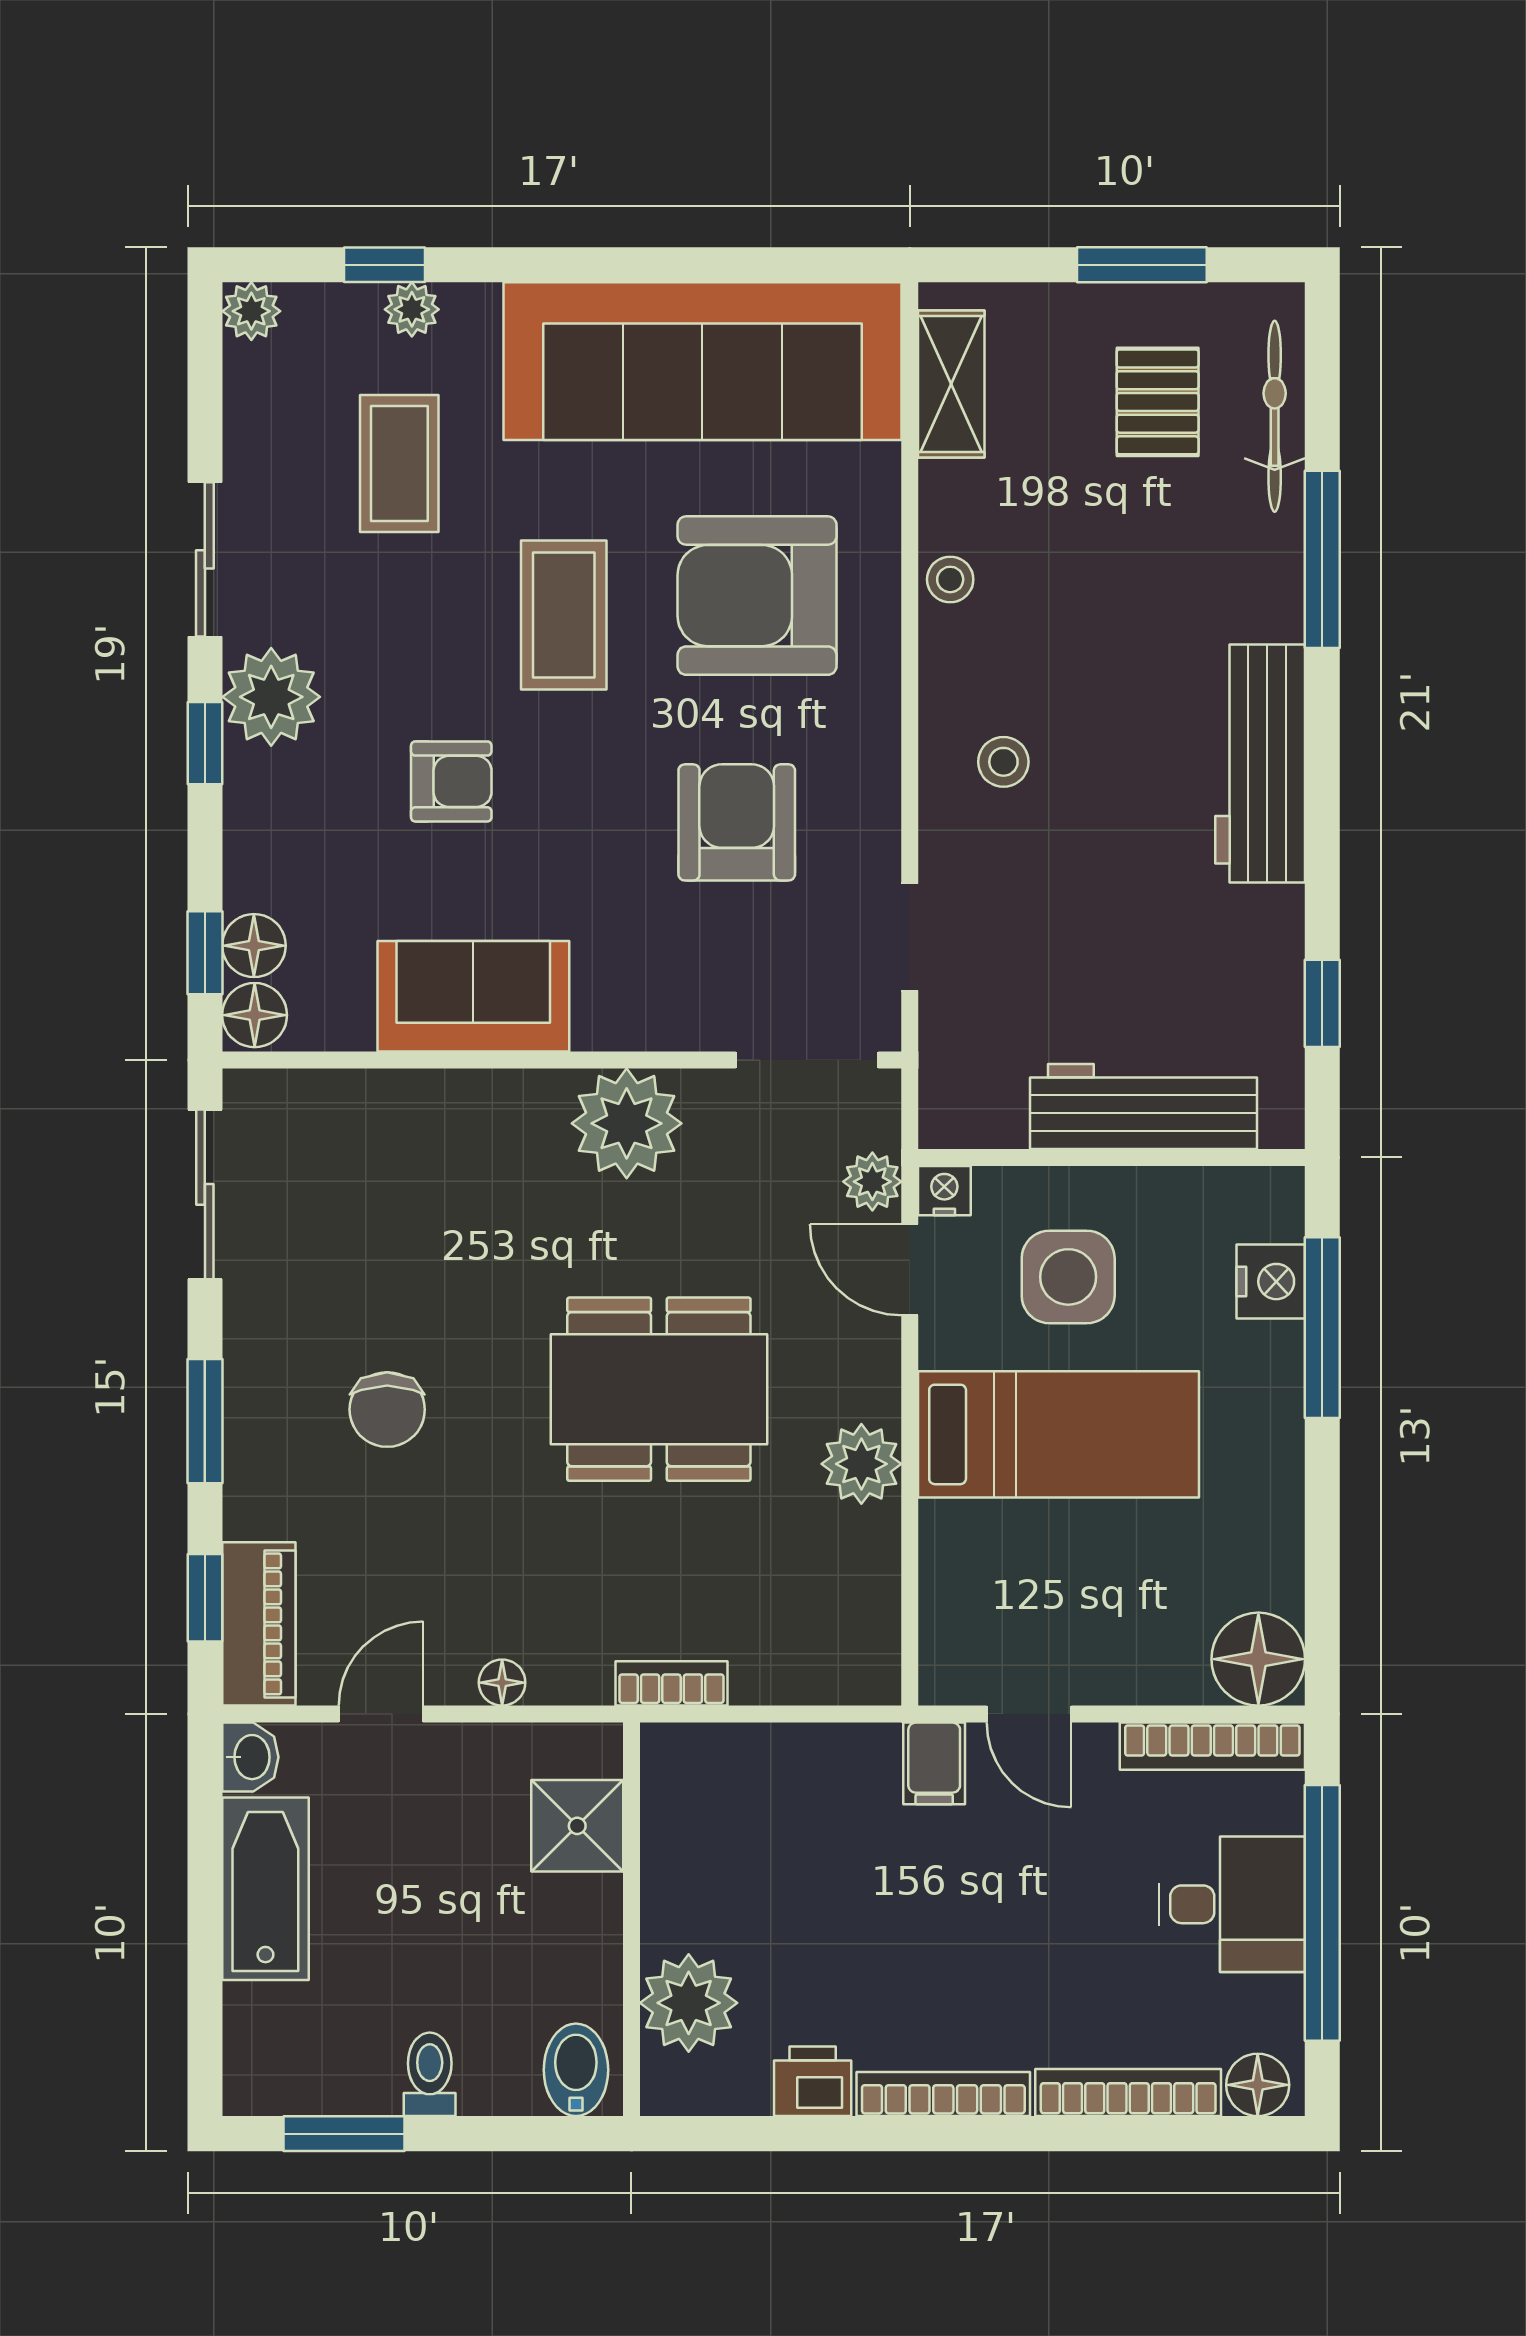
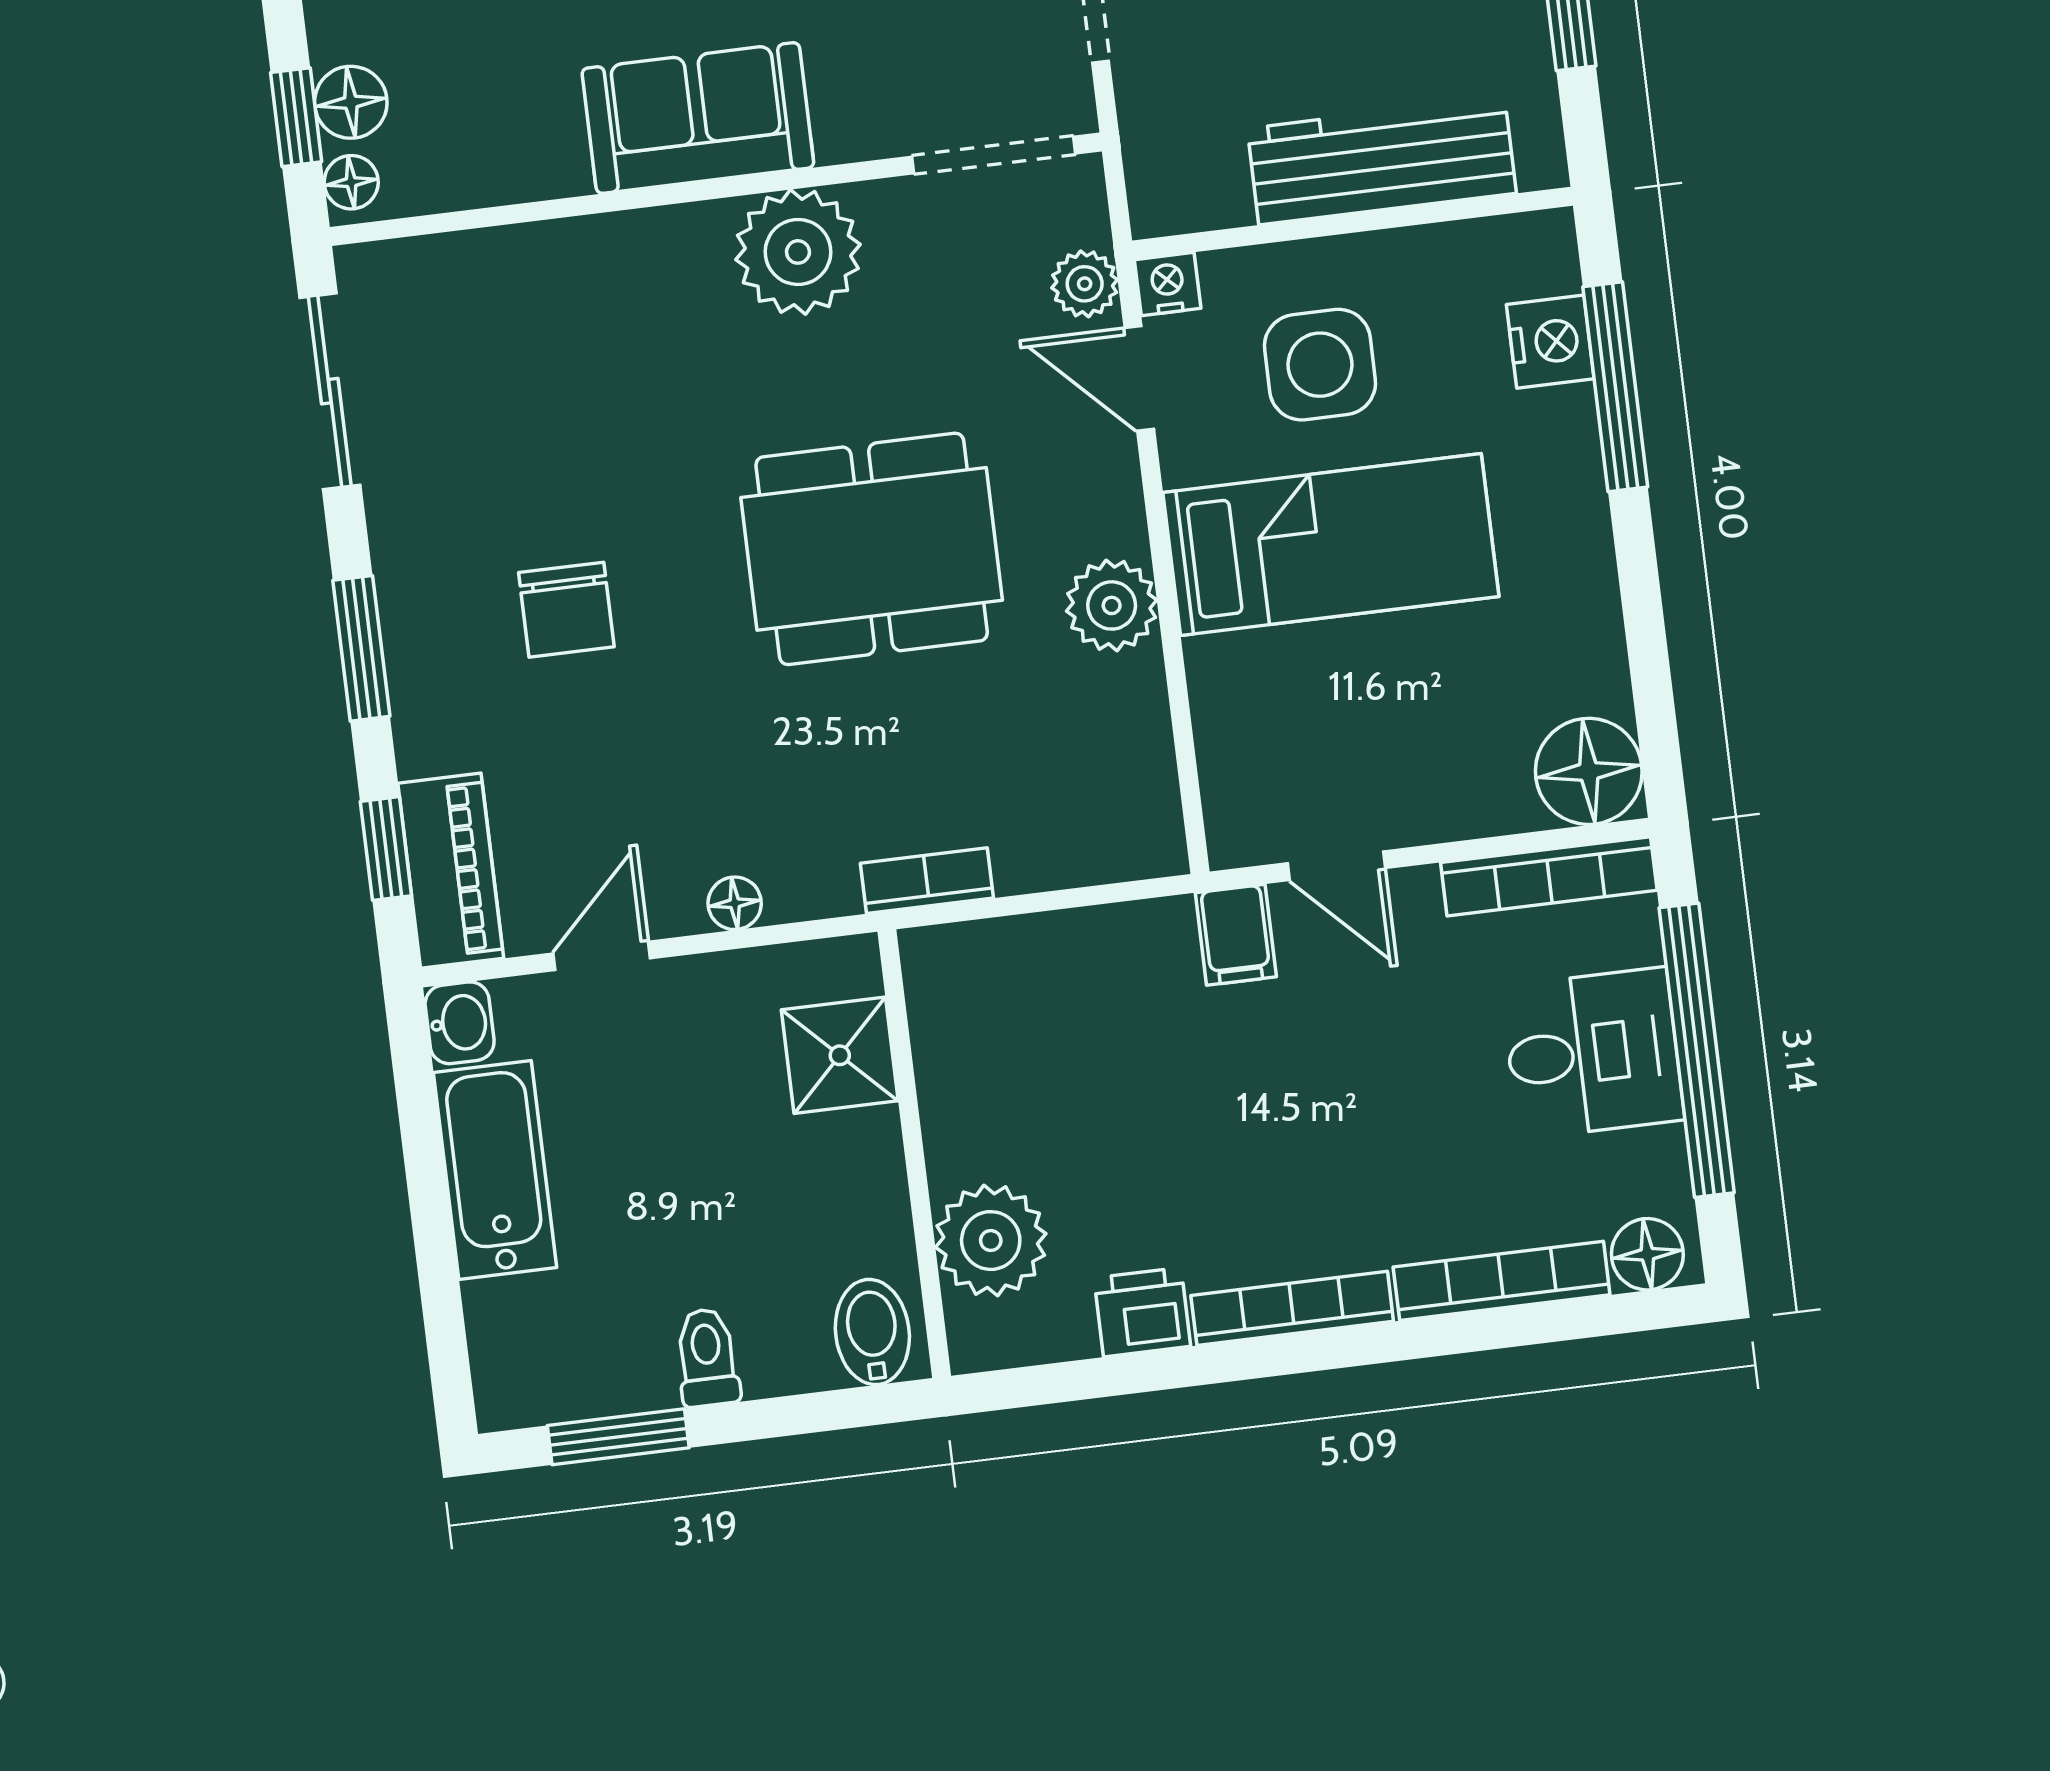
sofa: (473, 996) -> (698, 118), moved
floor lamp: (255, 1015) -> (351, 182), width x0.73, depth x0.73

